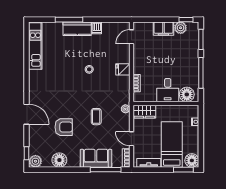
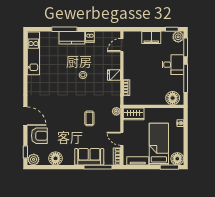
plant: (181, 28) -> (178, 37), moved
desk: (168, 90) -> (173, 65), moved, turned -90
armchair: (64, 127) -> (39, 136), moved

